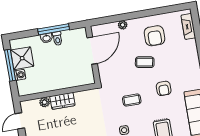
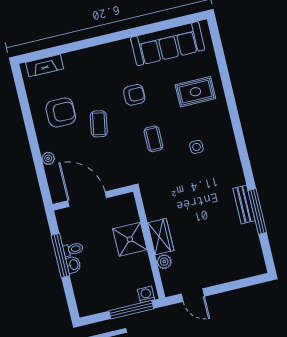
shower: (22, 58) -> (130, 239), moved
window: (10, 65) -> (131, 310), moved
washing machine: (20, 75) -> (146, 295), moved

